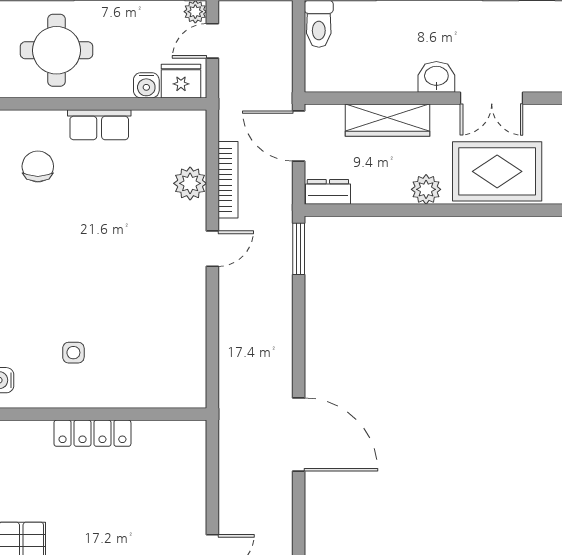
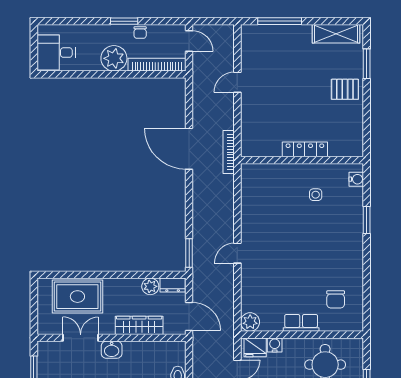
bookcase: (228, 180) -> (229, 152), moved
plant: (190, 183) -> (250, 322), moved
plant: (426, 189) -> (150, 286), moved

